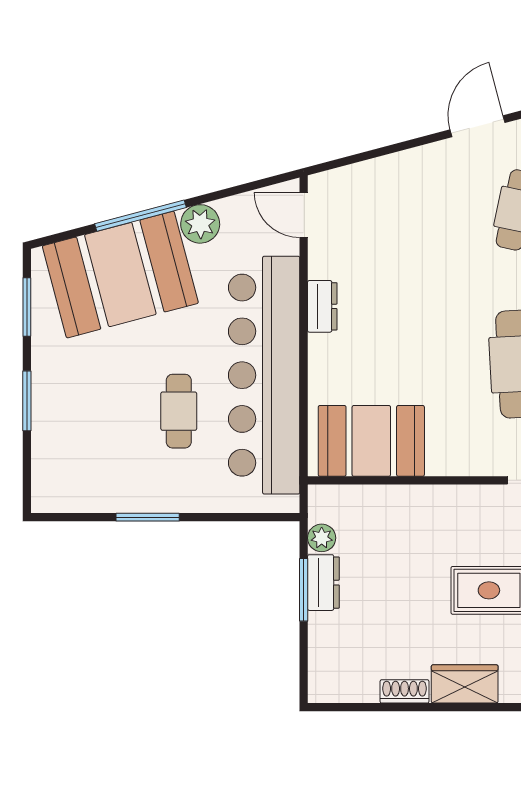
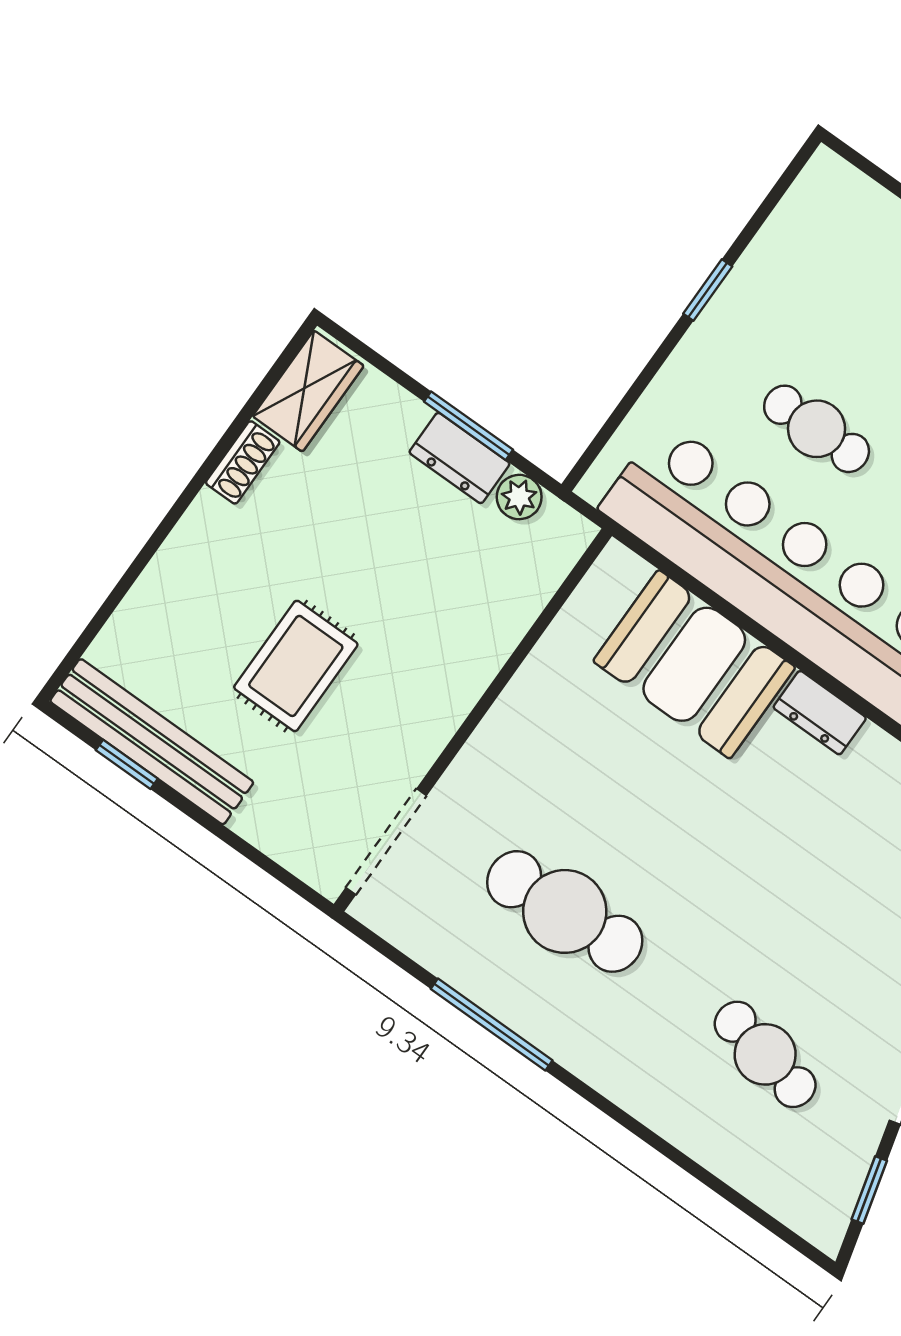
booth: (371, 441) -> (694, 664), moved, turned 90
window: (148, 517) -> (708, 290), width x0.67
wardrobe: (465, 684) -> (308, 391), moved

